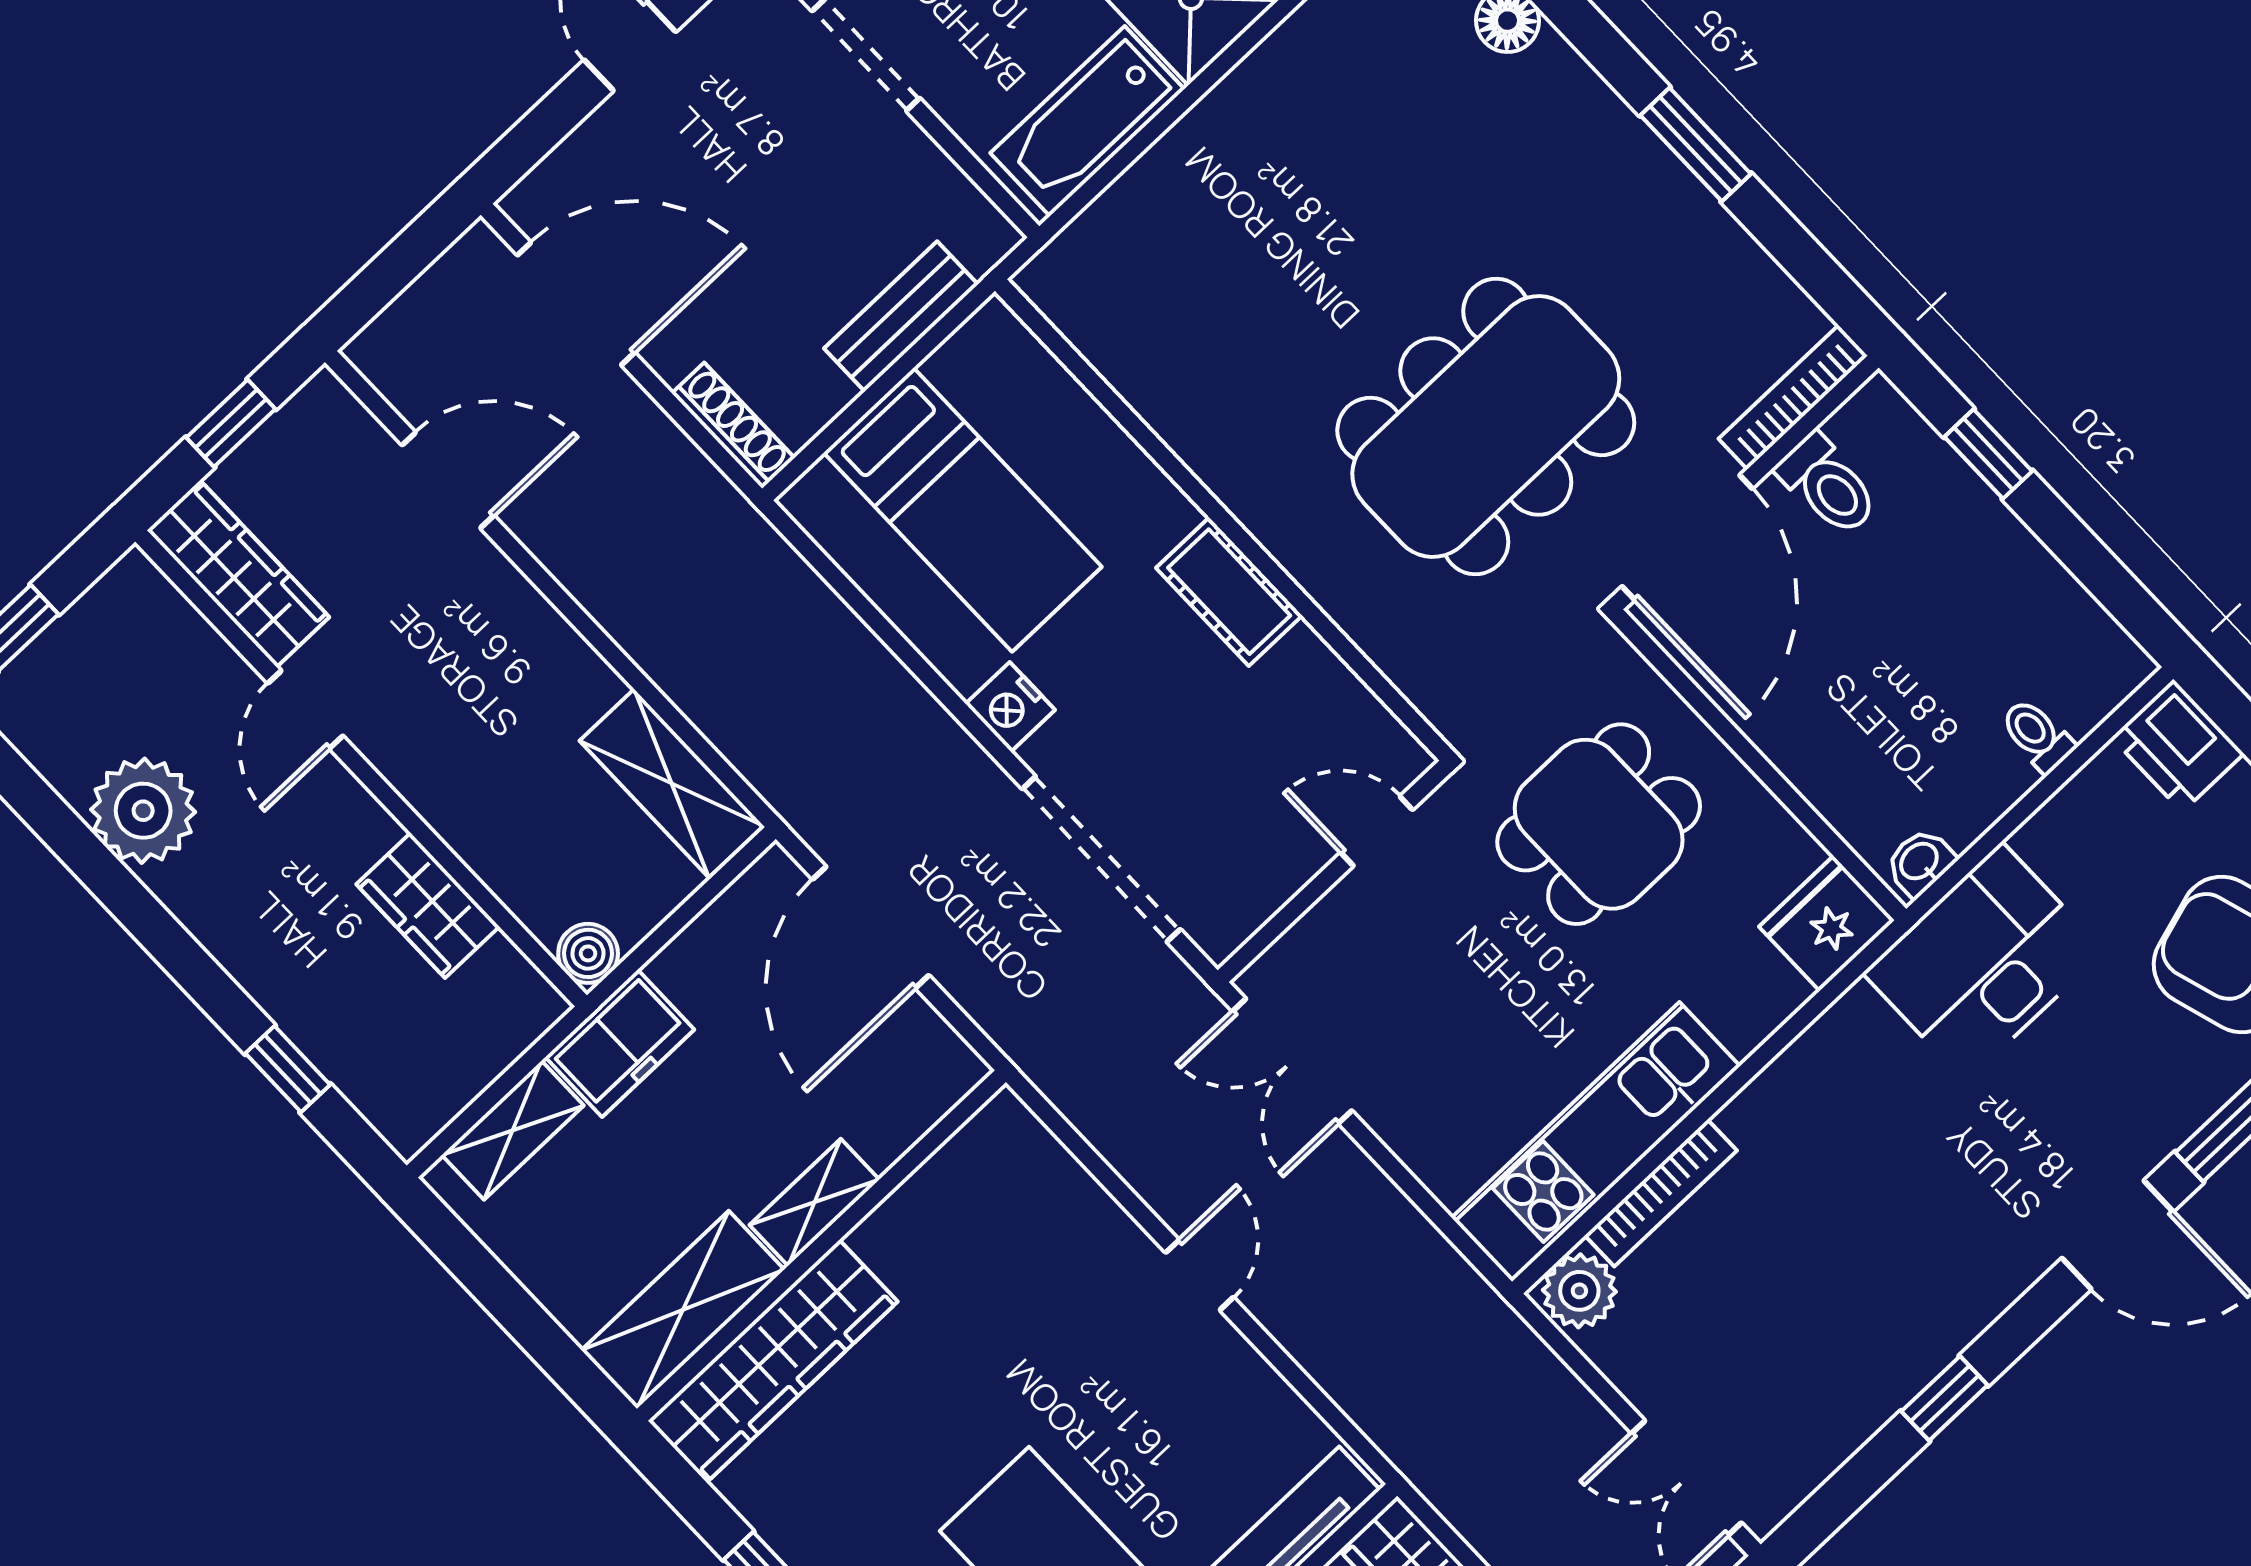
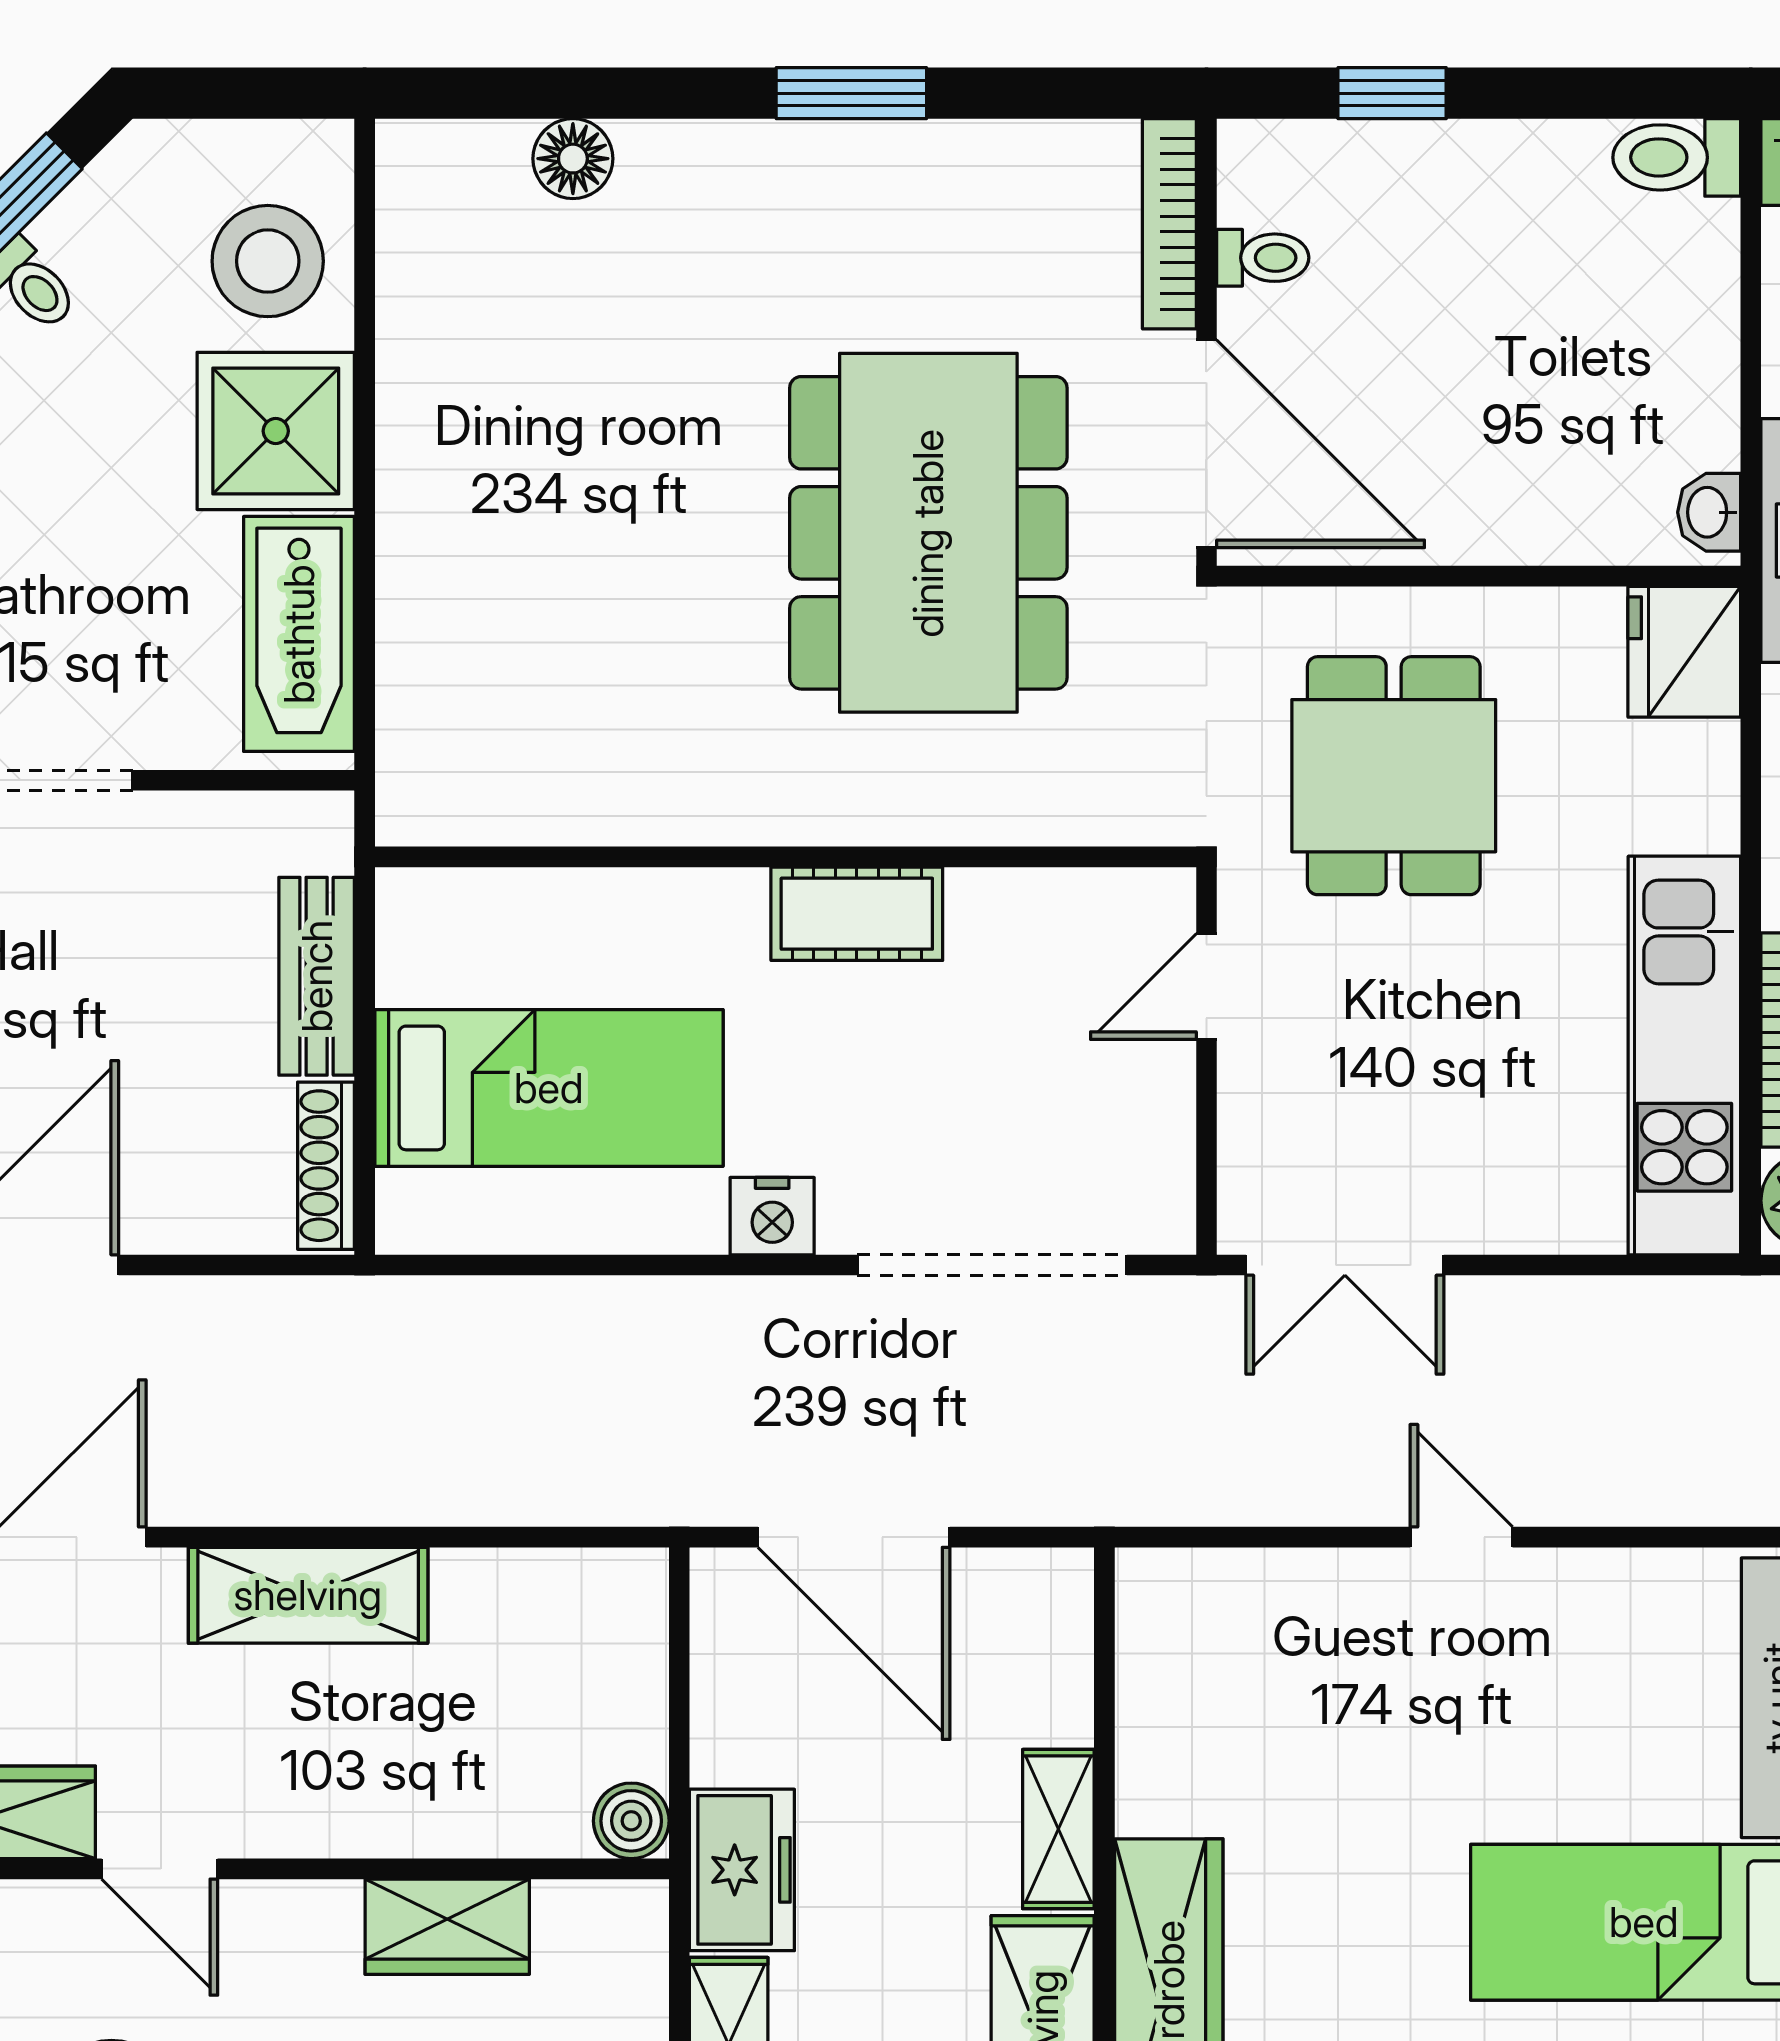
shoe rack: (733, 425) -> (326, 1166), moved, turned -90
toilet: (1828, 485) -> (1263, 258), width x0.73, depth x0.72
toilet: (2037, 735) -> (1677, 157), moved, width x1.37, depth x1.39
shelving: (672, 783) -> (308, 1595), moved

